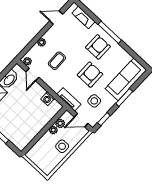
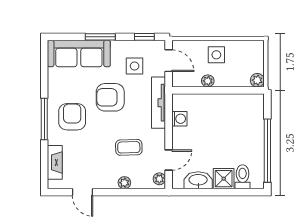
armchair: (98, 47) -> (72, 117), turned 90
tv unit: (69, 99) -> (158, 103), width x1.41
plant: (60, 123) -> (257, 80), moved

